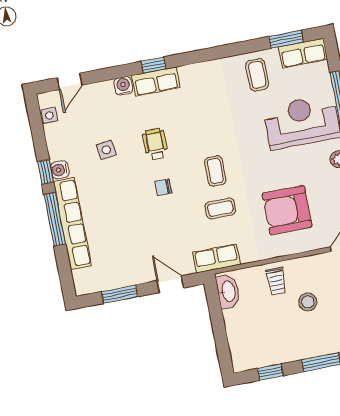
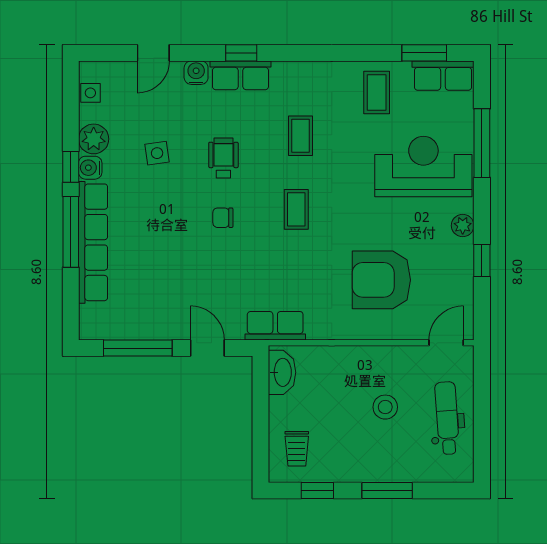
door: (70, 81) -> (153, 53), moved
plant: (58, 148) -> (94, 139), added
coffee table: (220, 208) -> (301, 136), moved, turned 90
trolley: (276, 281) -> (297, 449), moved
window: (120, 294) -> (138, 348), width x1.44

